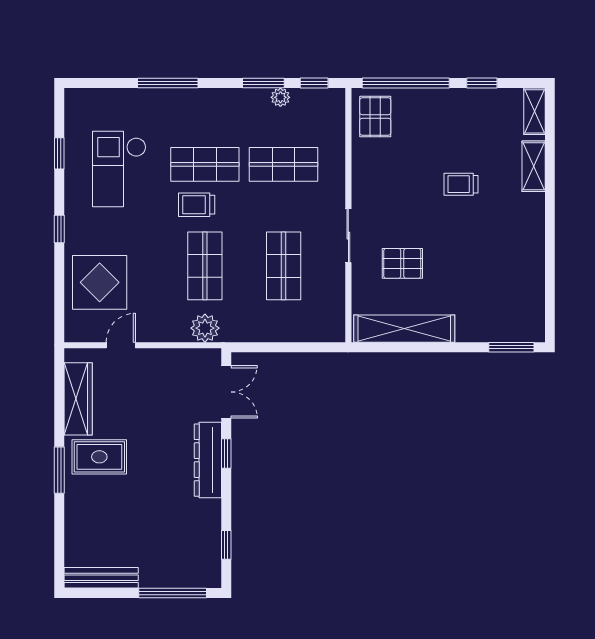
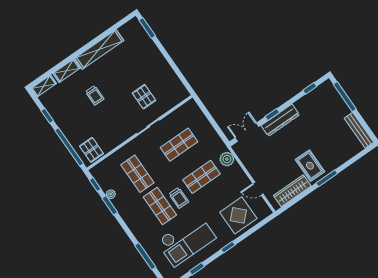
window: (168, 83) -> (145, 256), moved
pallet: (375, 117) -> (91, 150), turned 90
checkout: (119, 169) -> (186, 240), width x1.36, depth x1.21
shelving: (404, 329) -> (99, 49), moved, turned 90

